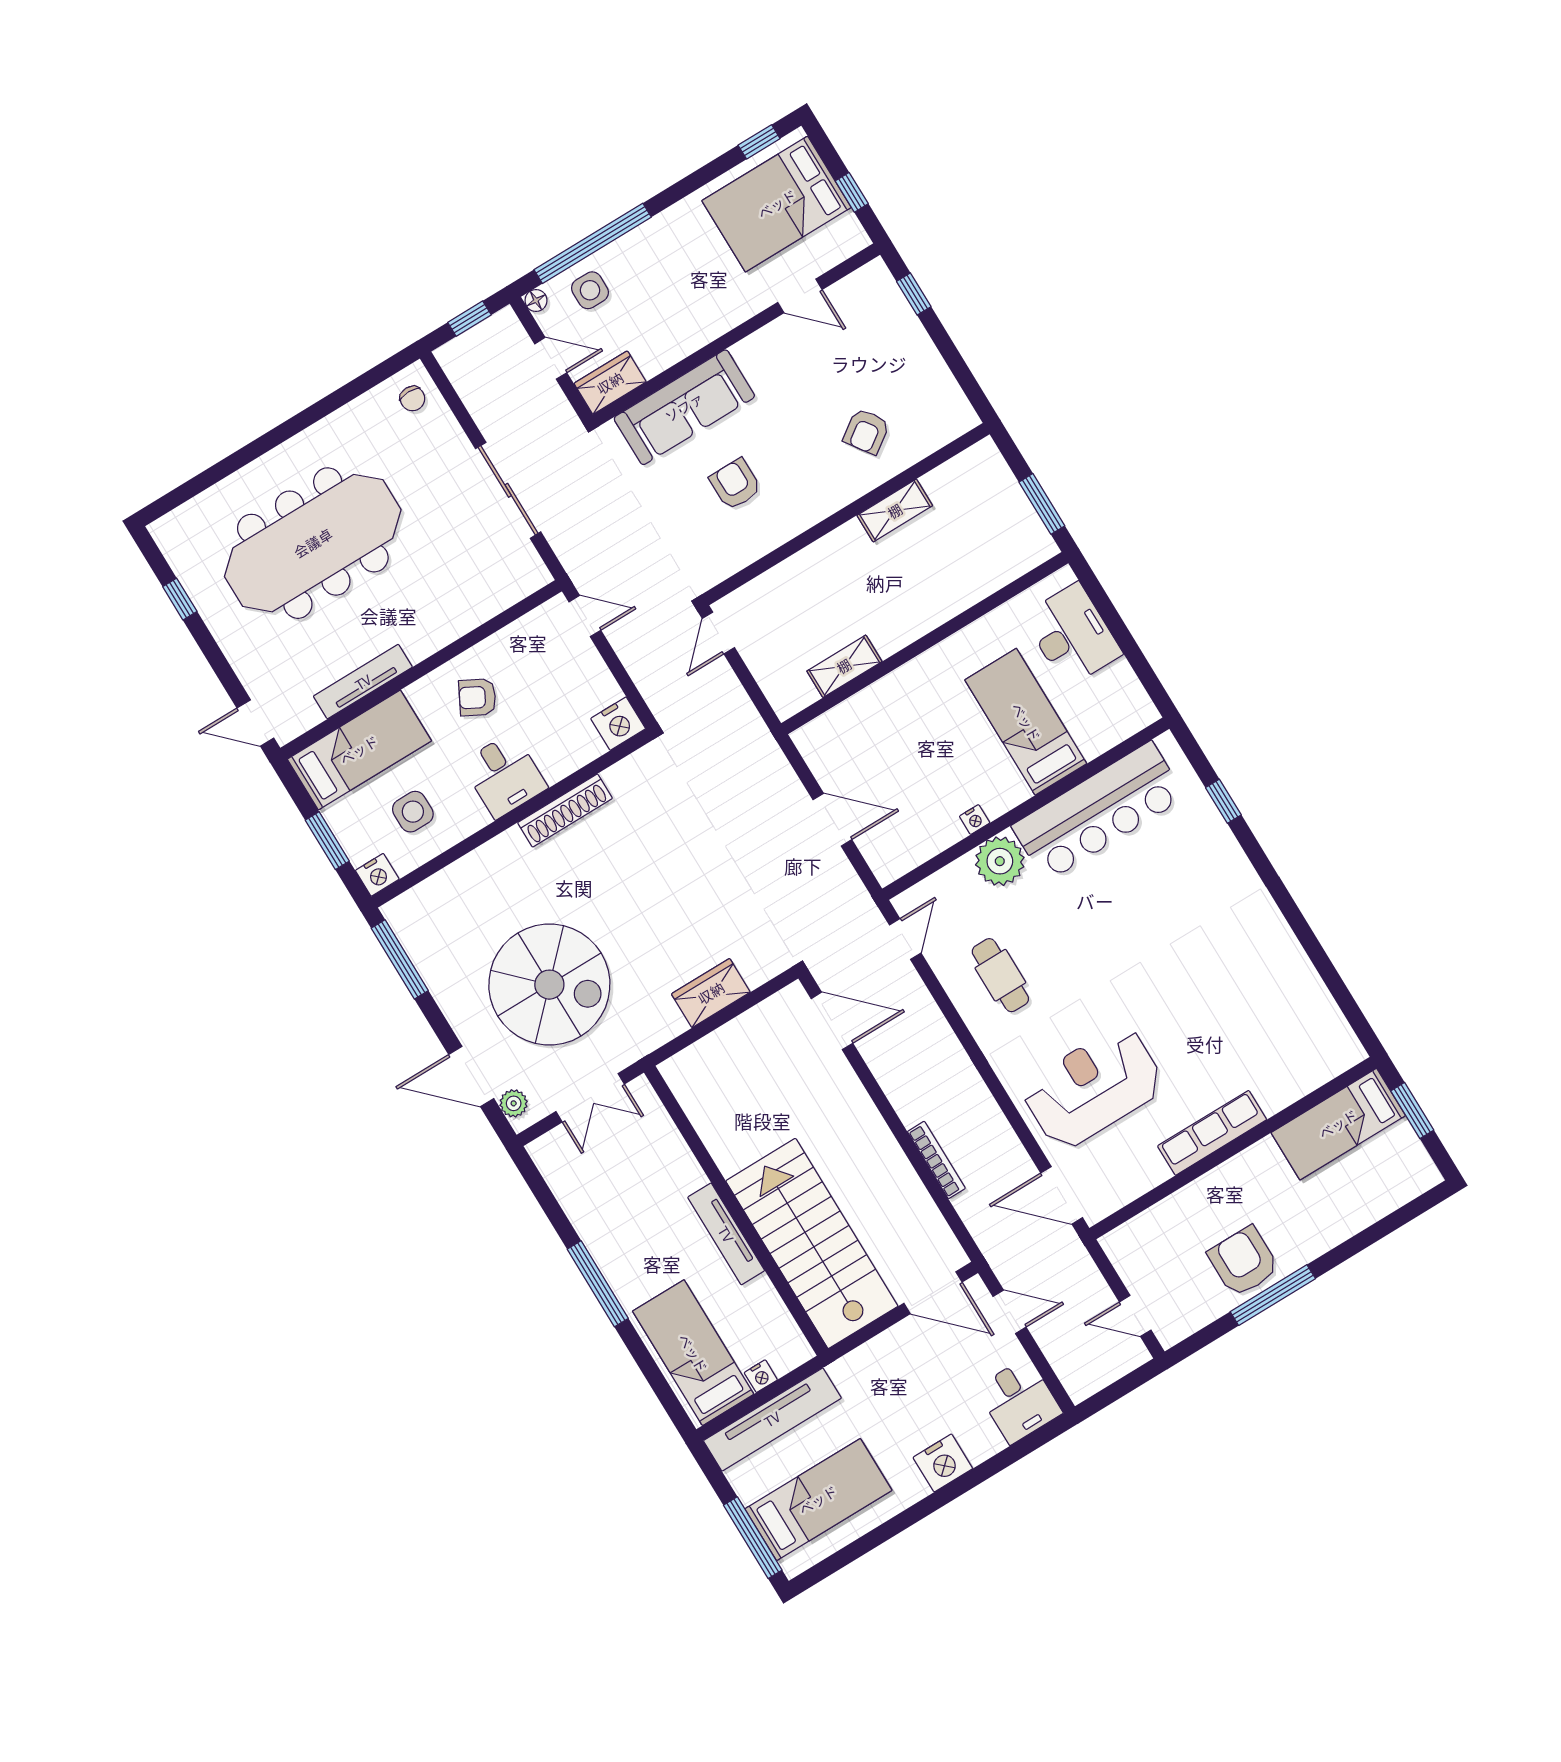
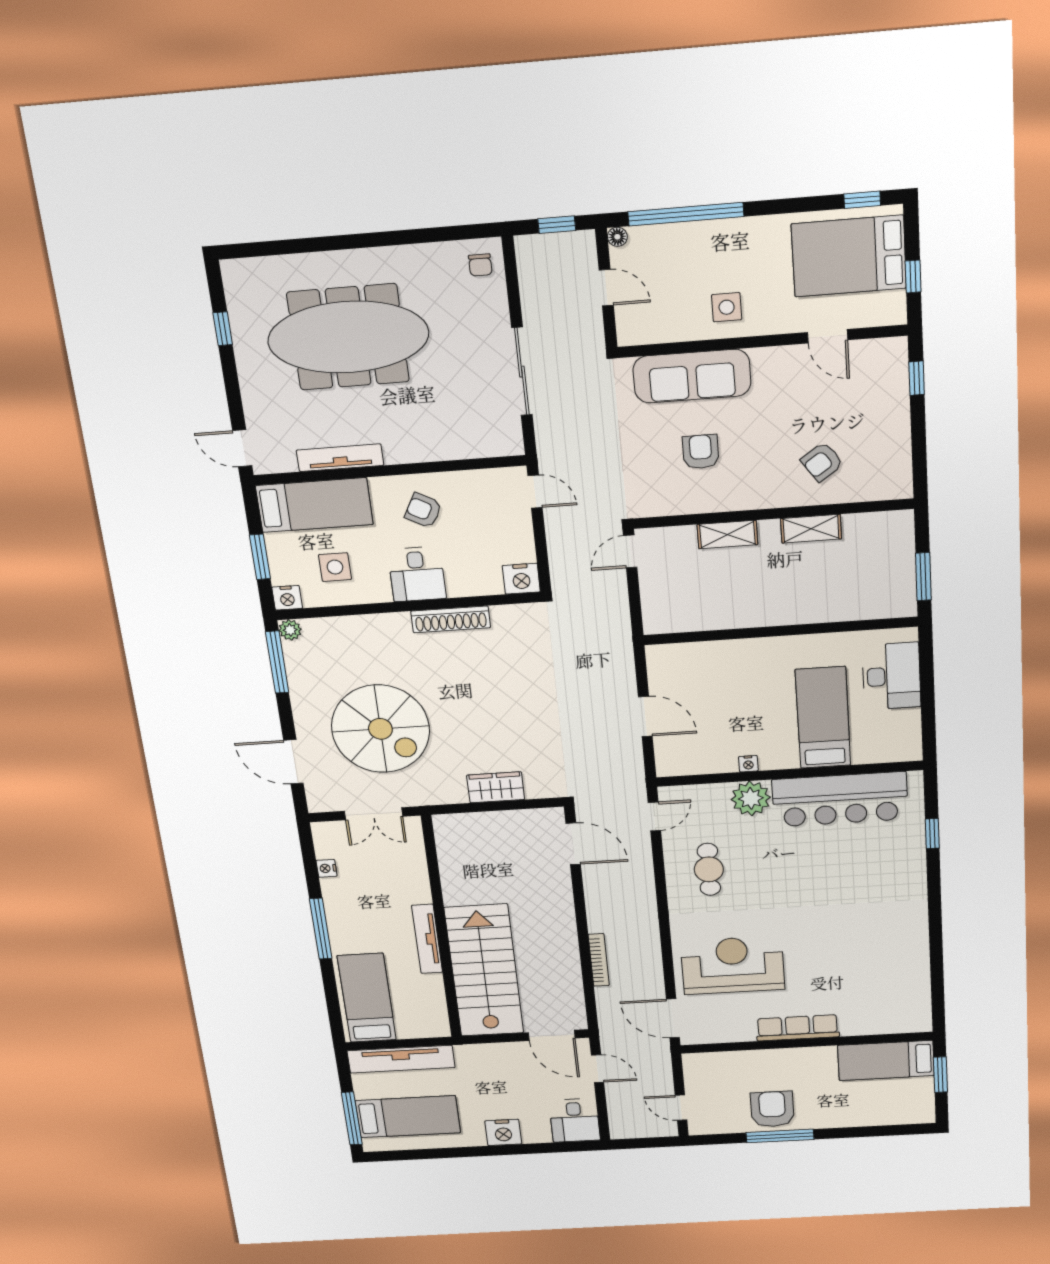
side table: (590, 290) -> (727, 307), moved
wardrobe: (610, 383) -> (644, 329), removed
shelving: (844, 666) -> (727, 535), moved
plant: (514, 1103) -> (290, 630), moved
nightstand: (761, 1376) -> (327, 868), moved, turned 90

